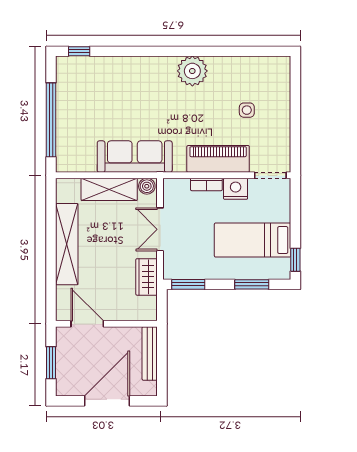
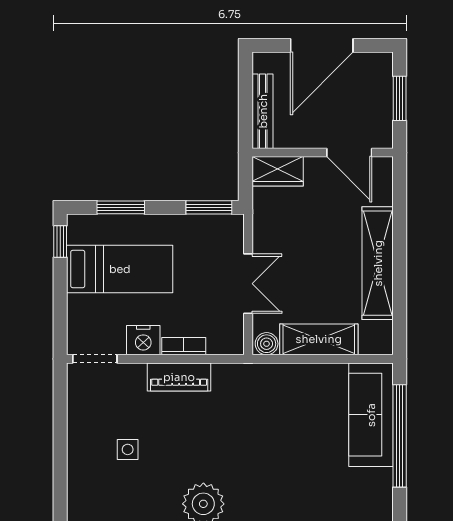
sofa: (135, 157) -> (371, 415), moved, turned 90
piano: (218, 159) -> (179, 377), width x0.73, depth x0.75
wardrobe: (147, 277) -> (278, 171), moved, turned 90

